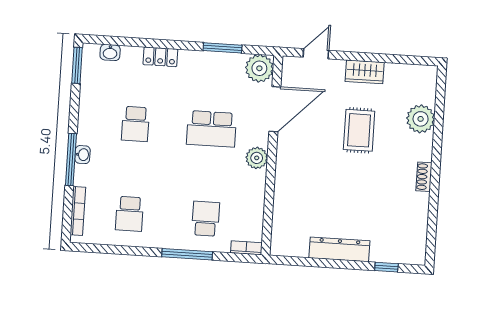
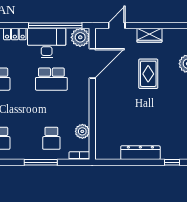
window: (223, 48) -> (55, 25), width x2.11
desk: (208, 74) -> (47, 43), added
plant: (257, 158) -> (82, 131), moved
school desk: (206, 219) -> (51, 138), turned 180

